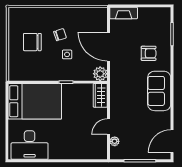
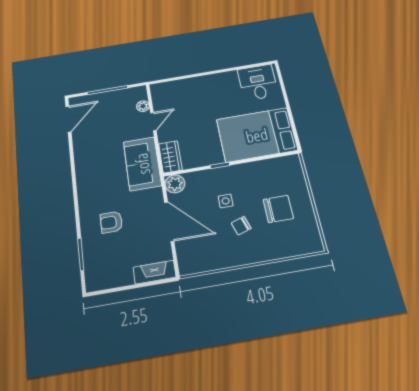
sofa: (159, 91) -> (142, 164), moved, turned 180
desk: (30, 145) -> (258, 82), width x0.73

